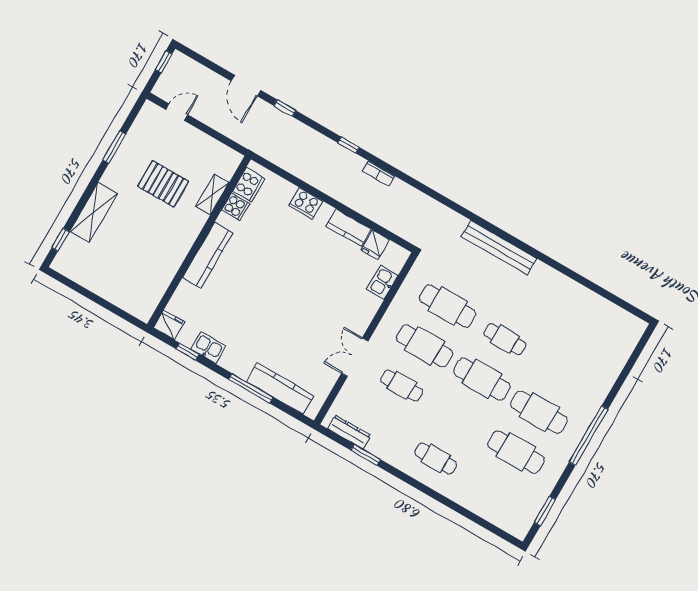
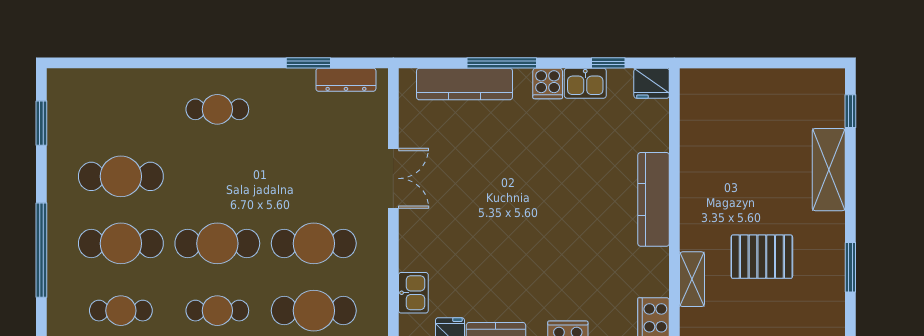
cooker: (236, 207) -> (548, 84), moved, turned -90
cafe table: (401, 386) -> (121, 311), moved

